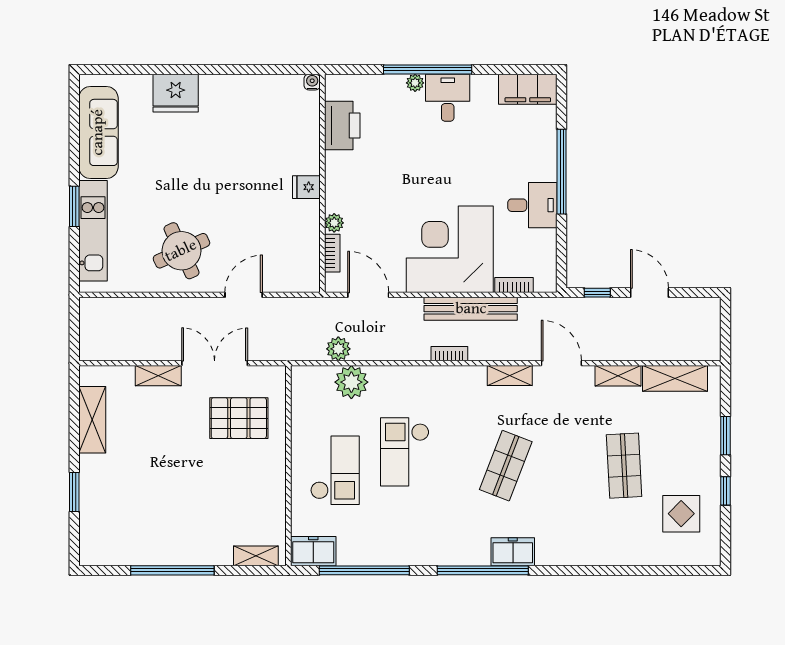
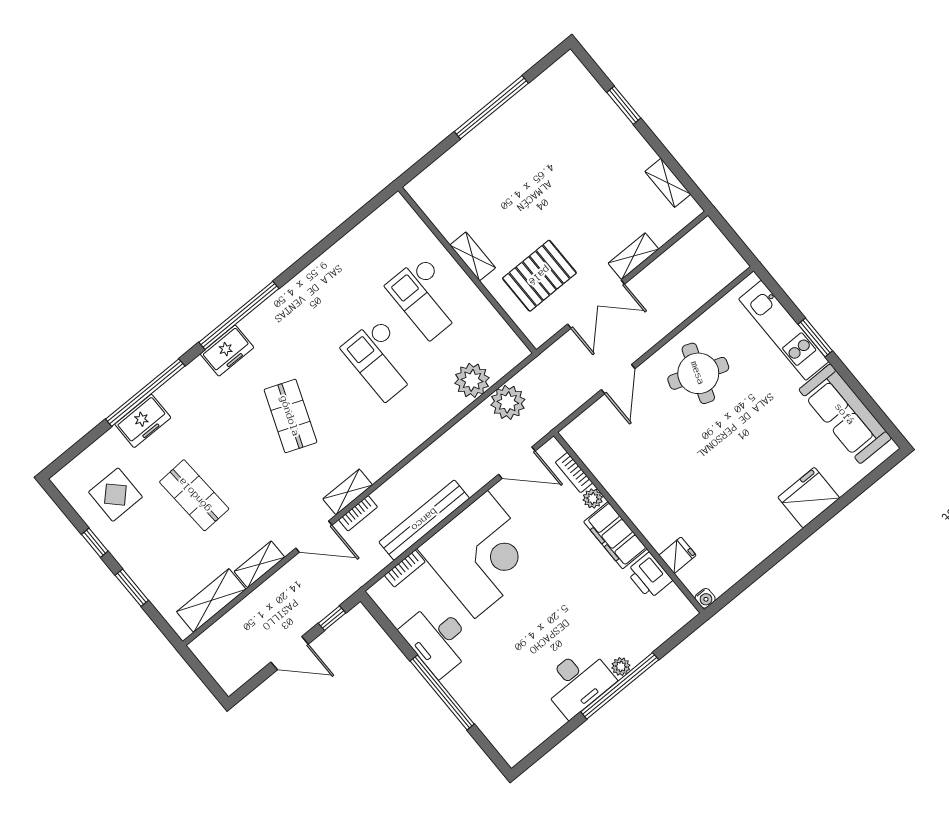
filing cabinet: (528, 89) -> (615, 535), moved, turned -90
desk: (448, 98) -> (578, 682), width x1.37
printer: (342, 125) -> (649, 576), width x0.73, depth x0.84
fridge: (306, 187) -> (677, 555), moved
desk: (532, 205) -> (438, 639), width x1.37
round table: (181, 251) -> (698, 373), turned 45
plant: (338, 349) -> (508, 402), width x1.36, depth x1.36
bookcase: (449, 354) -> (358, 513), moved
shelving: (92, 420) -> (668, 183), width x0.67, depth x0.75
checkout: (405, 452) -> (382, 359), turned 180
freezer: (313, 551) -> (143, 421), moved
shelving: (256, 556) -> (473, 256), moved, turned 90
window: (364, 570) -> (145, 393), moved

